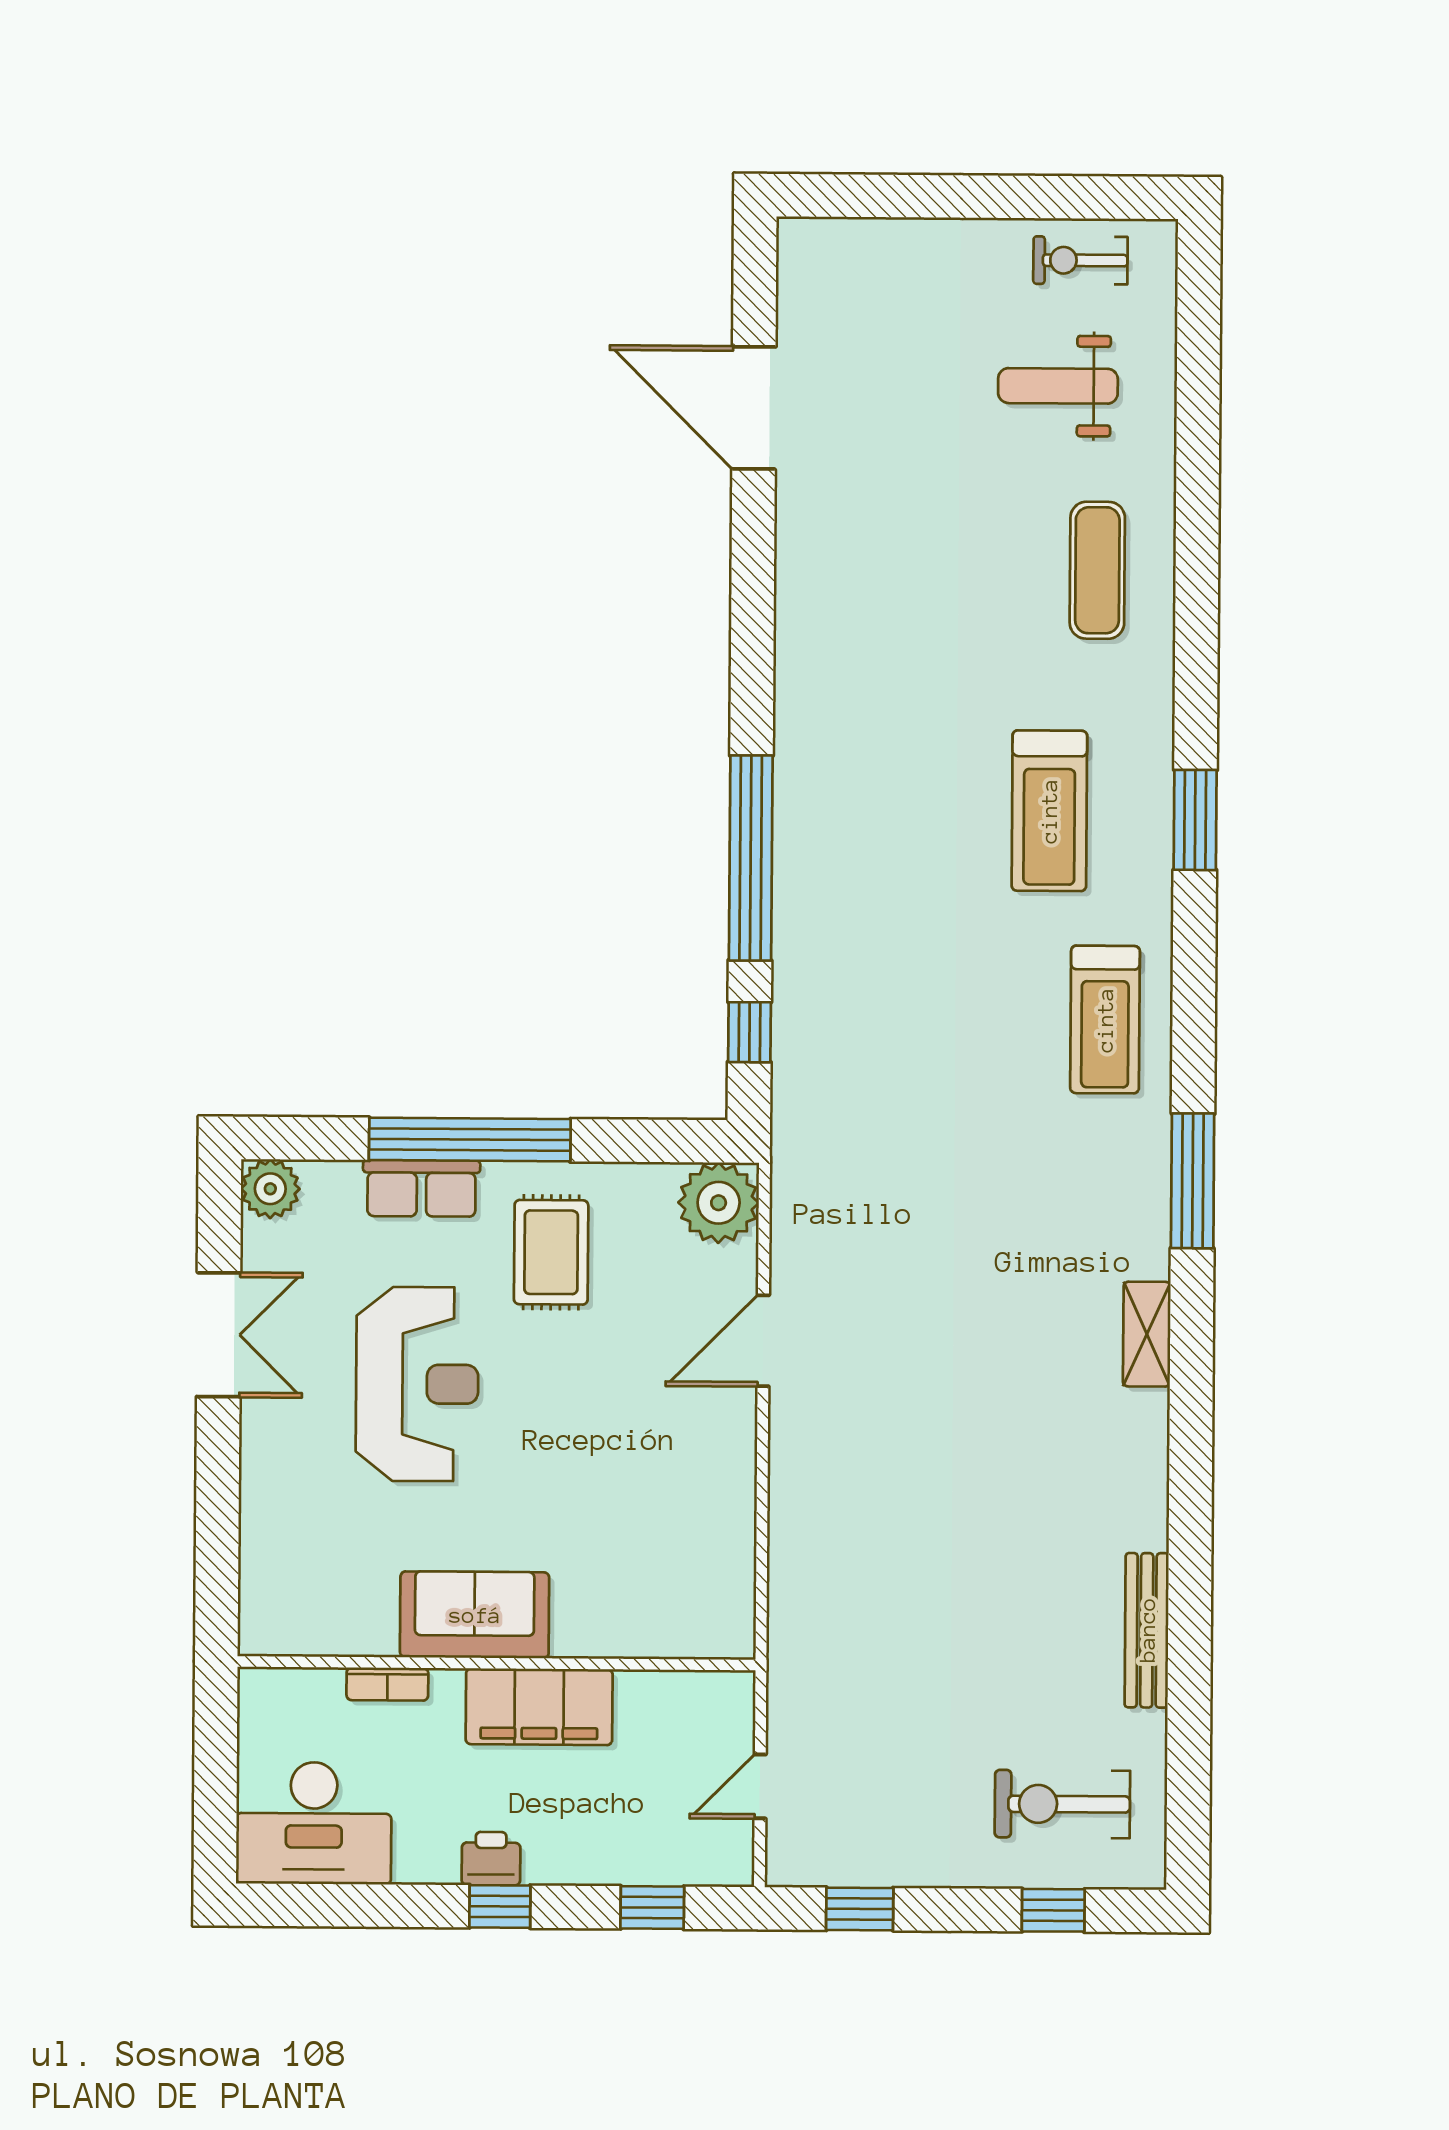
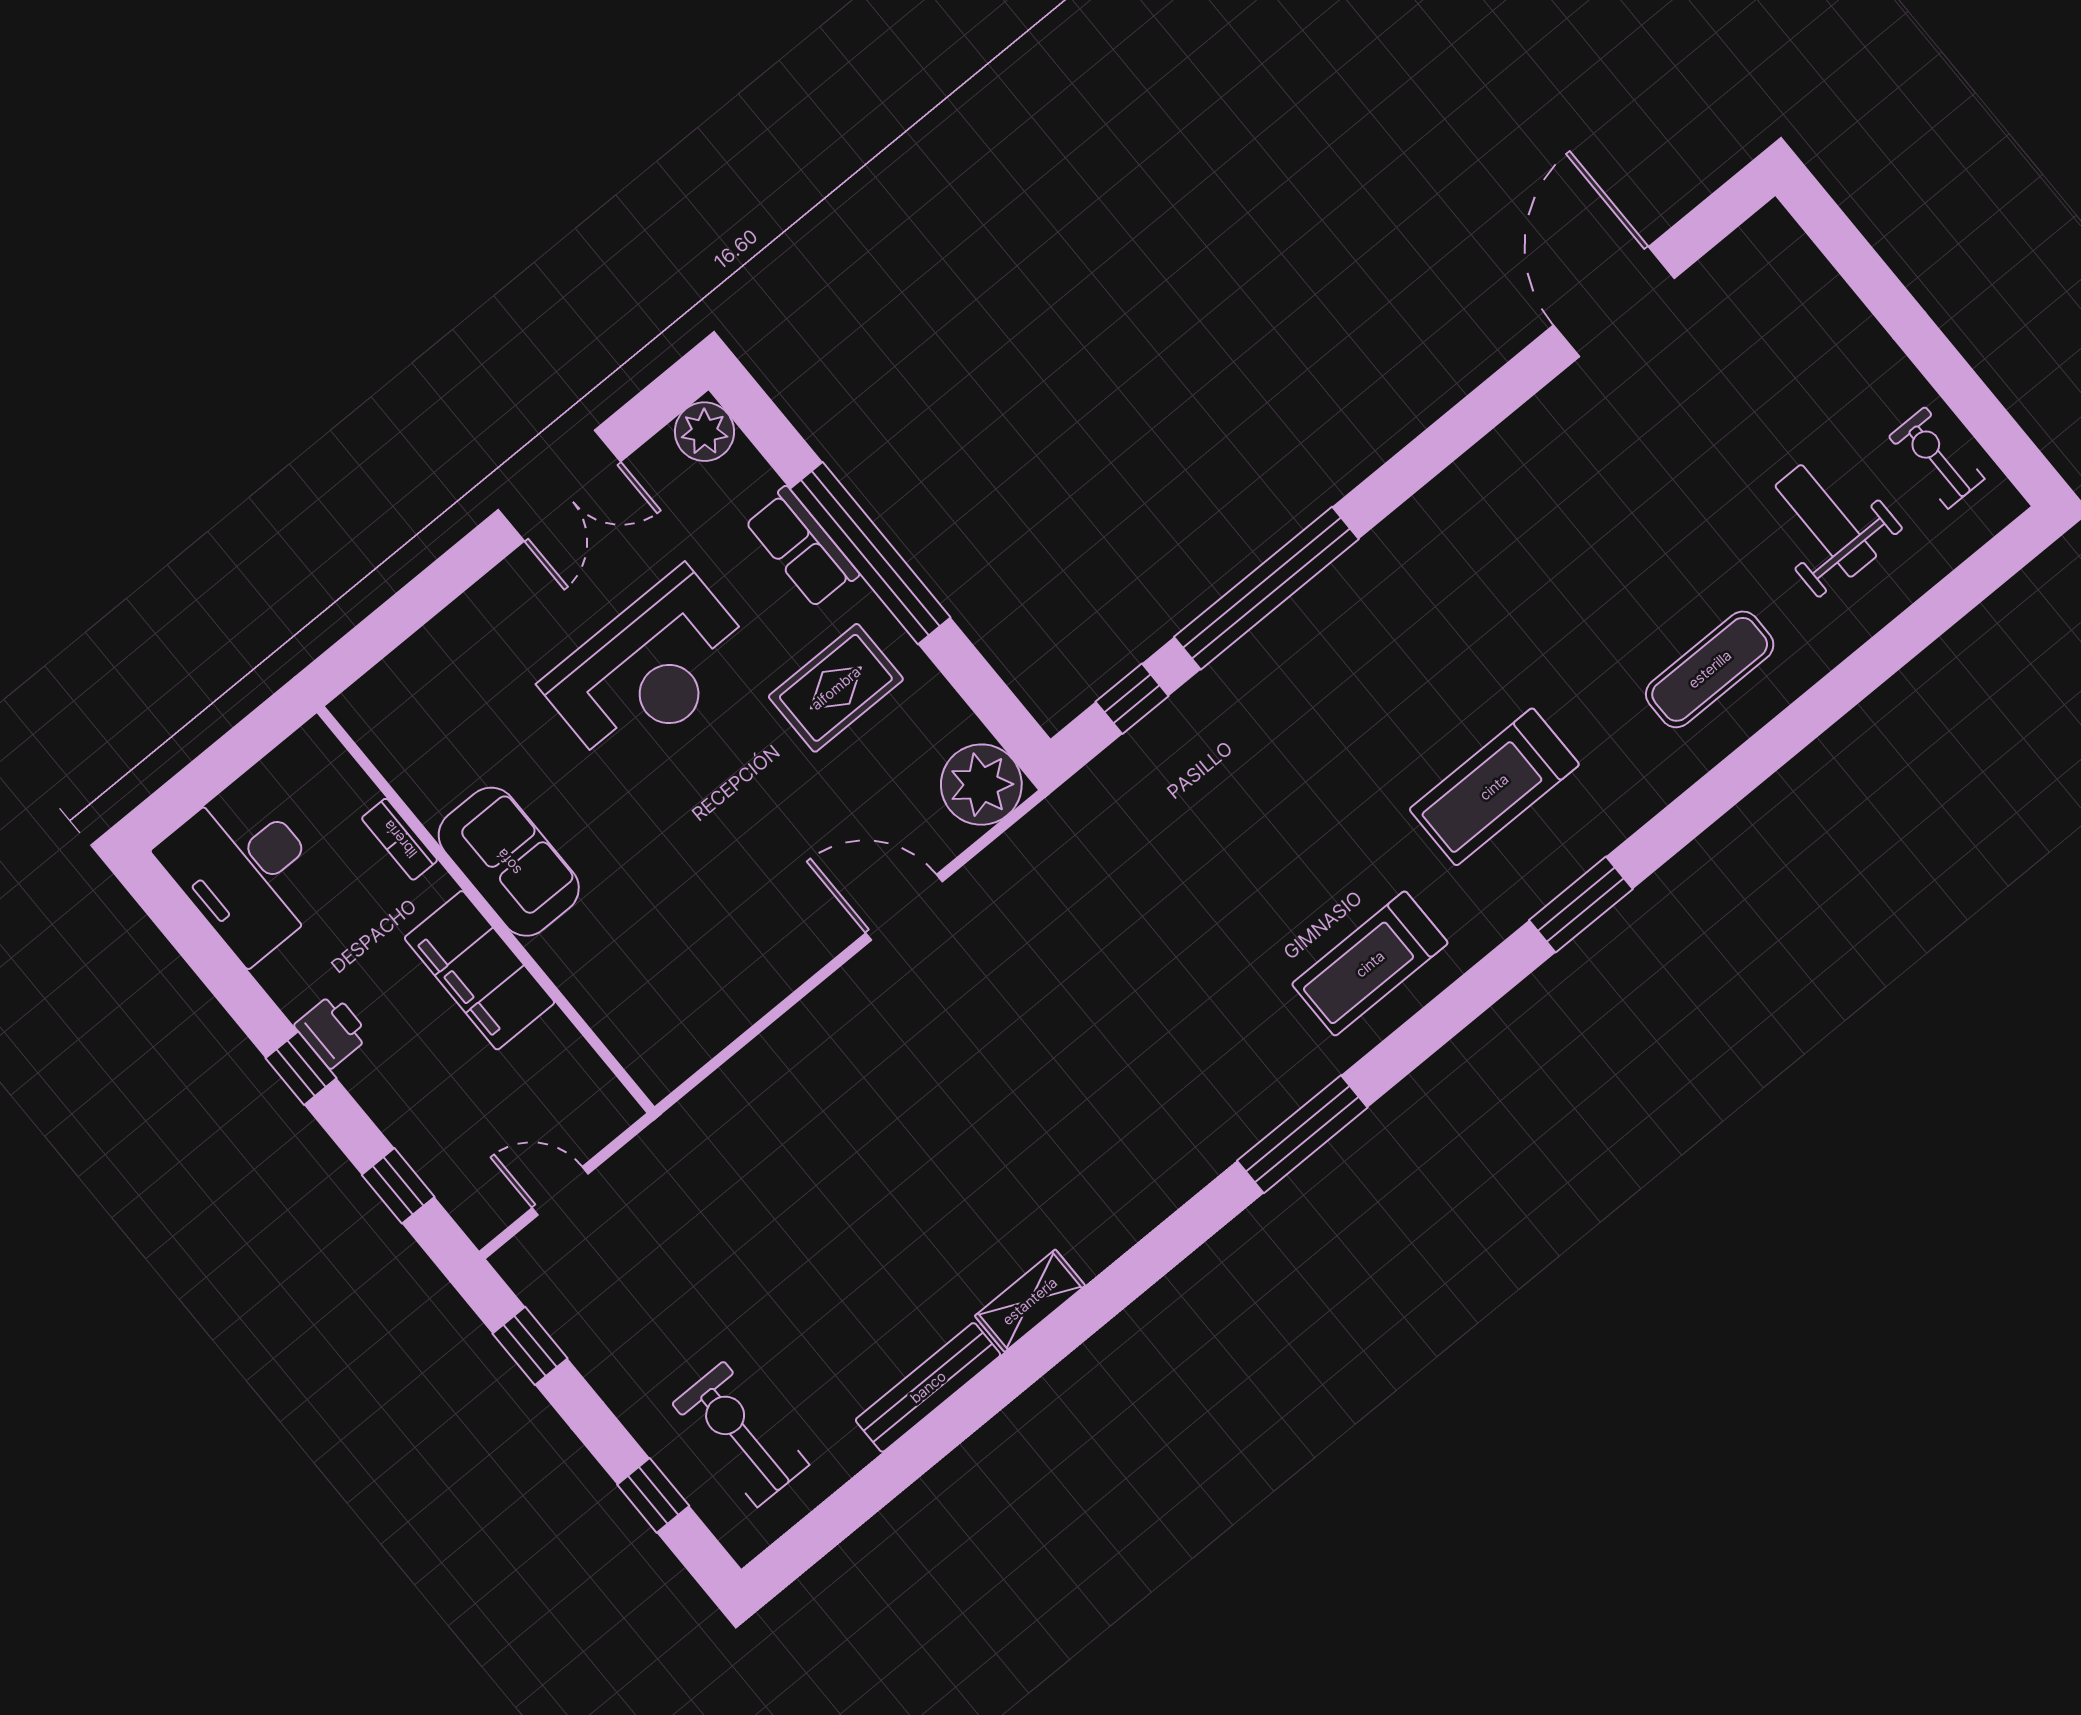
shelving: (1147, 1334) -> (1030, 1301), moved

